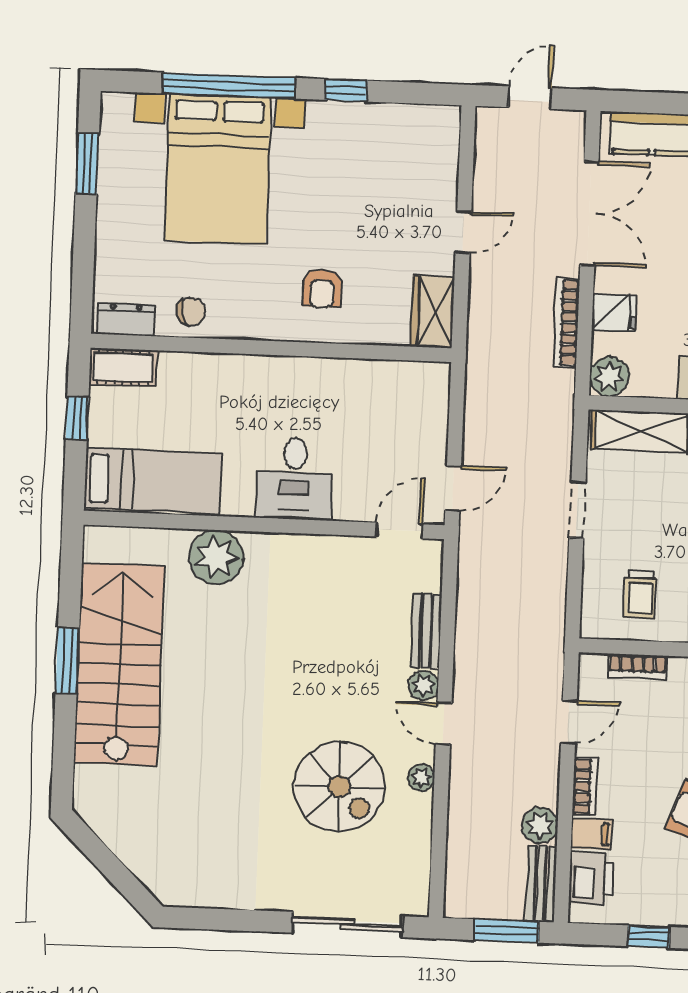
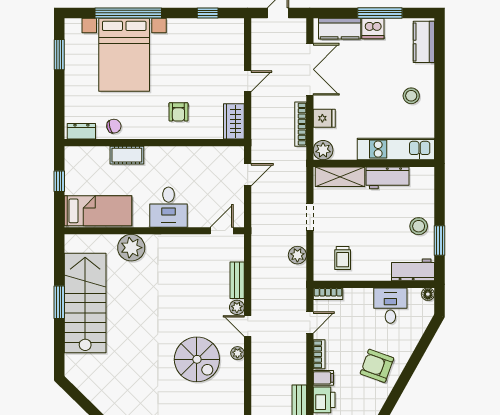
window: (346, 90) -> (208, 13), moved
cot: (123, 367) -> (127, 155), moved
door: (453, 488) -> (248, 175), moved
bookcase: (638, 666) -> (328, 294), moved
plant: (540, 825) -> (297, 255), moved

